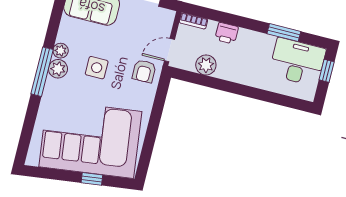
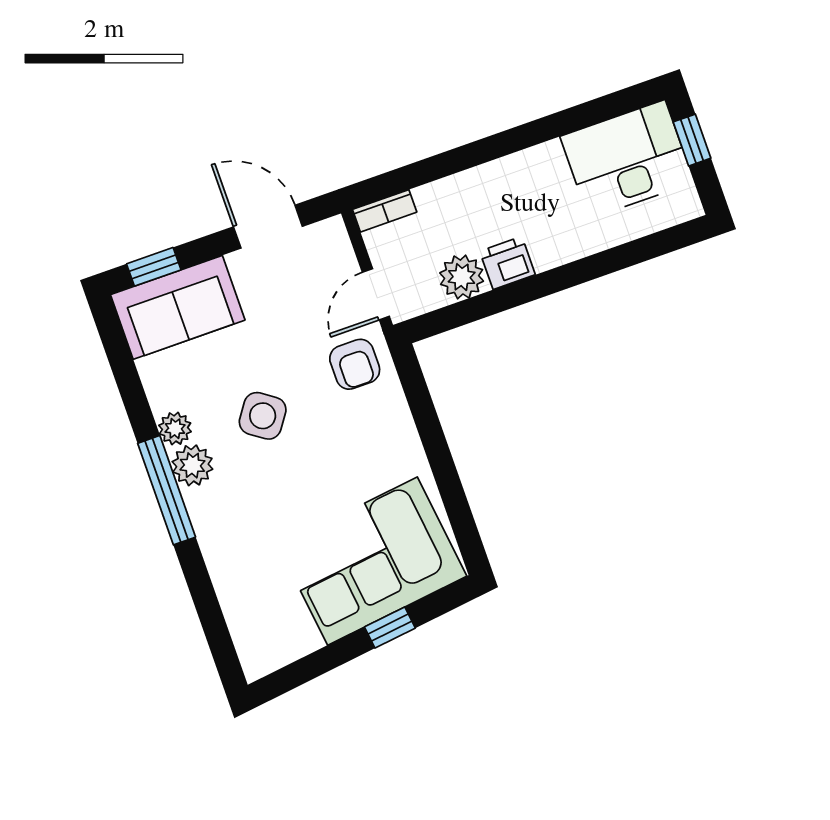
printer: (227, 33) -> (507, 263), moved, turned 180
window: (284, 33) -> (566, 122), removed
side table: (97, 68) -> (263, 416), turned 35
corner sofa: (90, 139) -> (373, 561), width x0.73, depth x0.74

